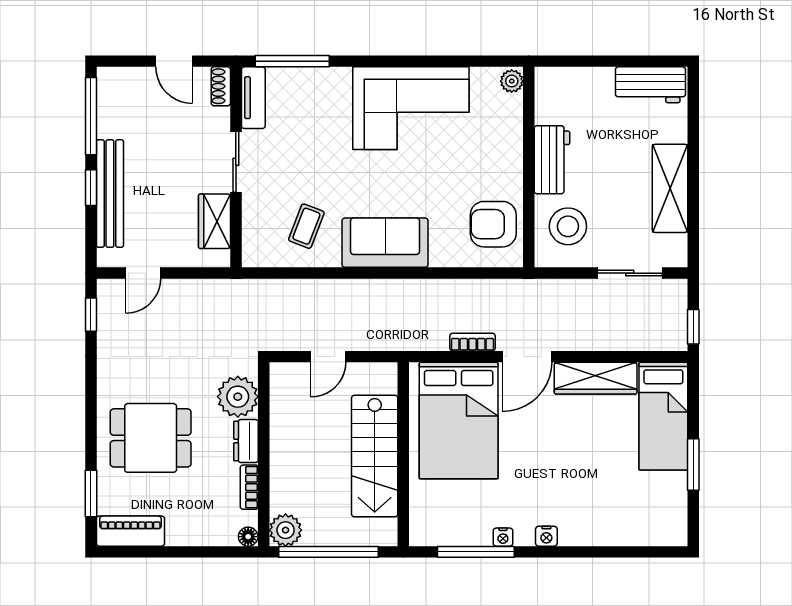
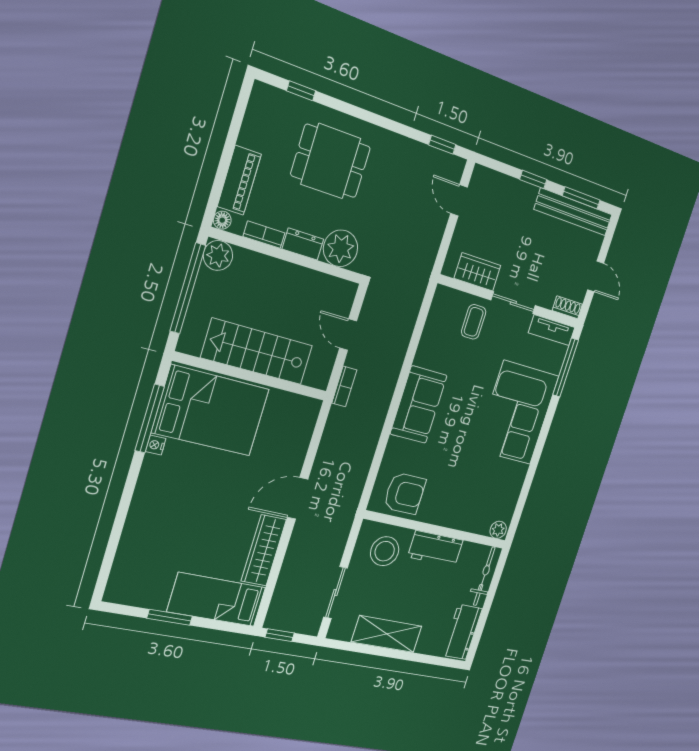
door: (174, 61) -> (596, 276), swing flipped
bicycle: (574, 79) -> (484, 576), added
corner sofa: (411, 108) -> (517, 413), moved
window: (91, 116) -> (581, 198), width x0.69
bench: (110, 194) -> (573, 212), moved
armchair: (493, 224) -> (405, 493), turned 90
coffee table: (306, 226) -> (474, 322), moved, turned 69
bookcase: (472, 342) -> (344, 386), moved
door: (527, 357) -> (298, 498), hinge flipped
bed: (459, 421) -> (211, 411), moved, turned 180
dining table: (151, 438) -> (331, 161), turned 90
window: (91, 493) -> (301, 91), width x0.67
piano: (130, 531) -> (239, 180), moved
nightstand: (546, 536) -> (145, 483), removed

